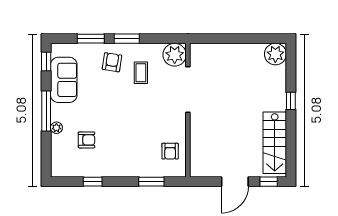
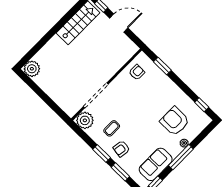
window: (291, 101) -> (48, 36), removed
armchair: (87, 140) -> (175, 121), width x1.88, depth x1.88
window: (93, 182) -> (202, 105), moved

